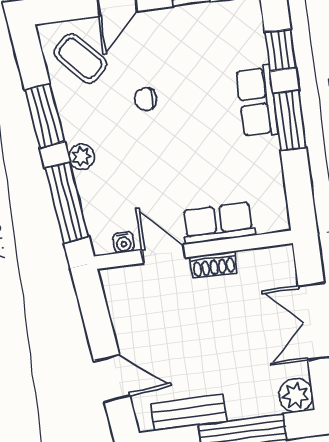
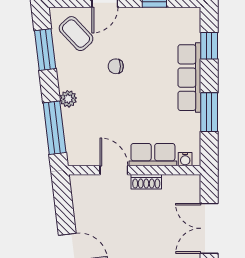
row of seats: (257, 101) -> (189, 78), width x1.48
window: (45, 116) -> (45, 50), moved
window: (290, 121) -> (209, 112), moved
water cooler: (124, 242) -> (185, 159), moved

